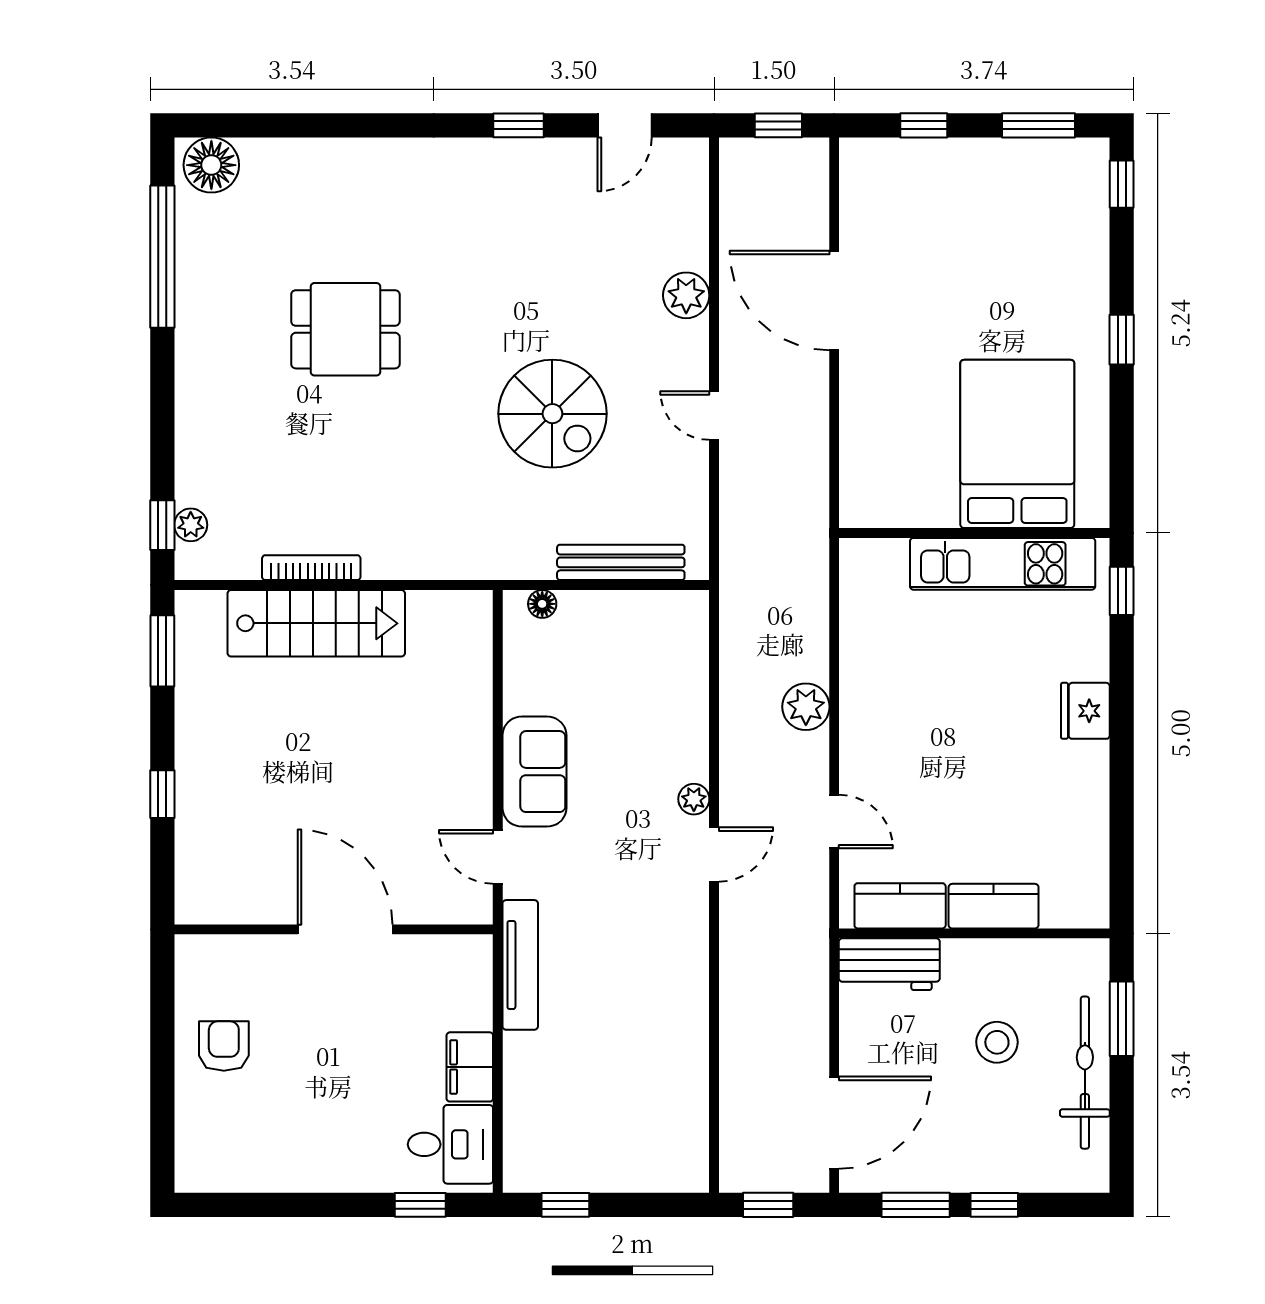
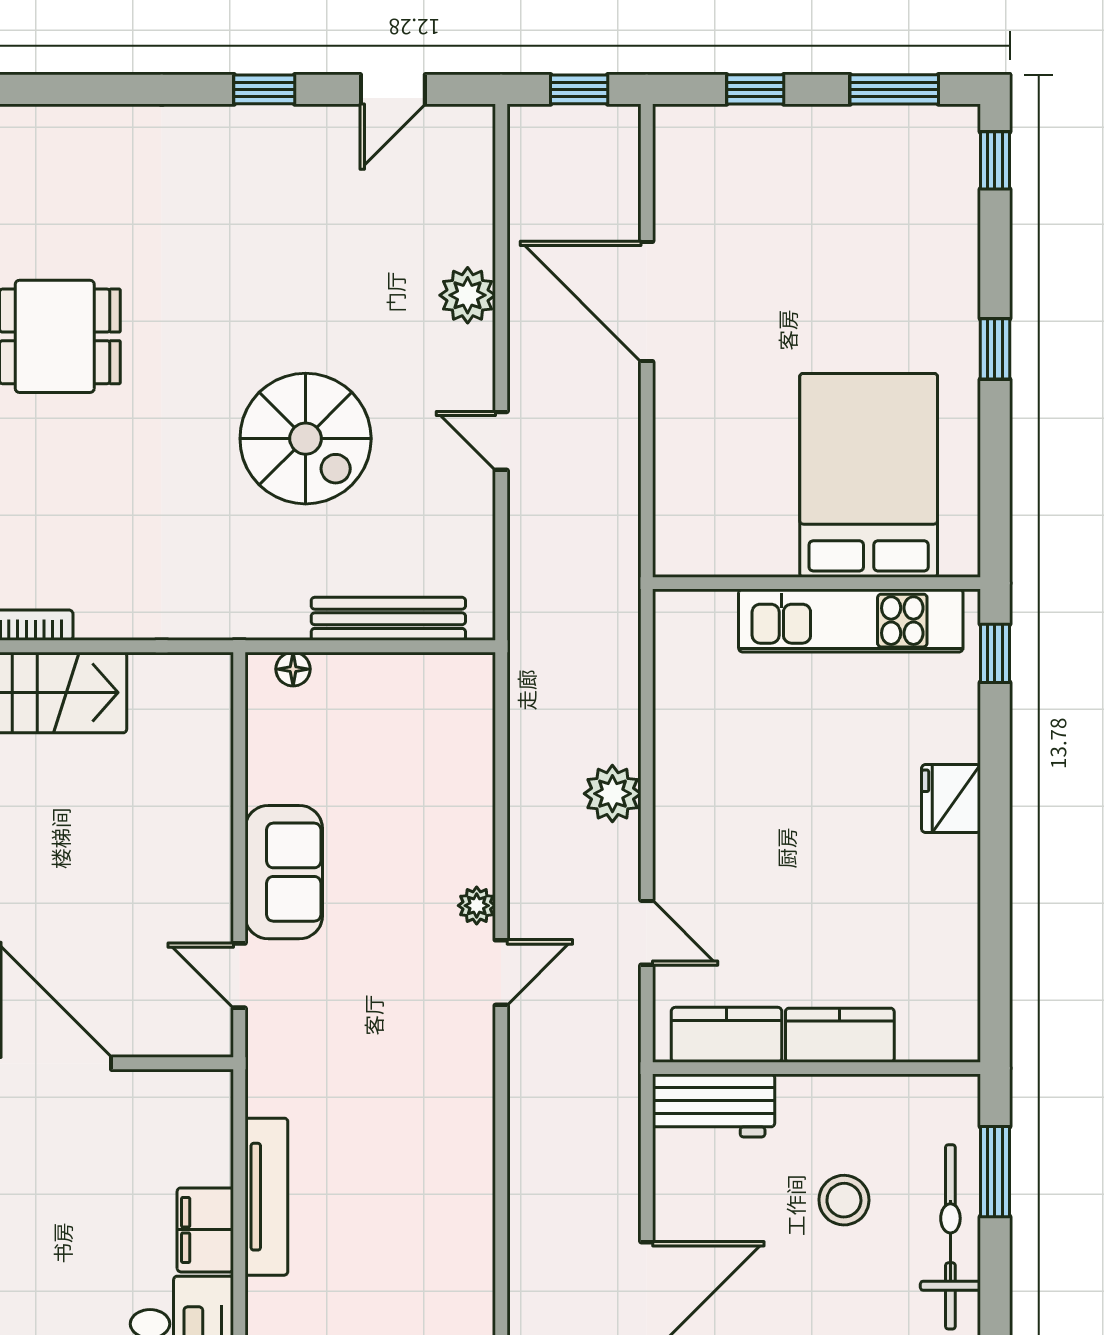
tv unit: (520, 965) -> (266, 1197), moved

